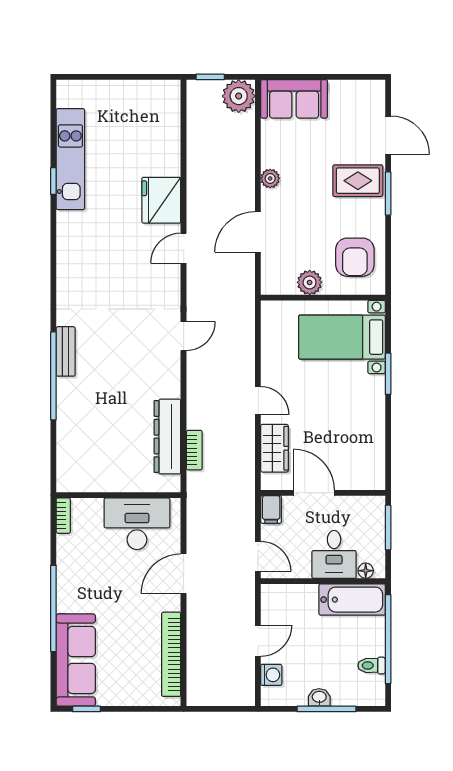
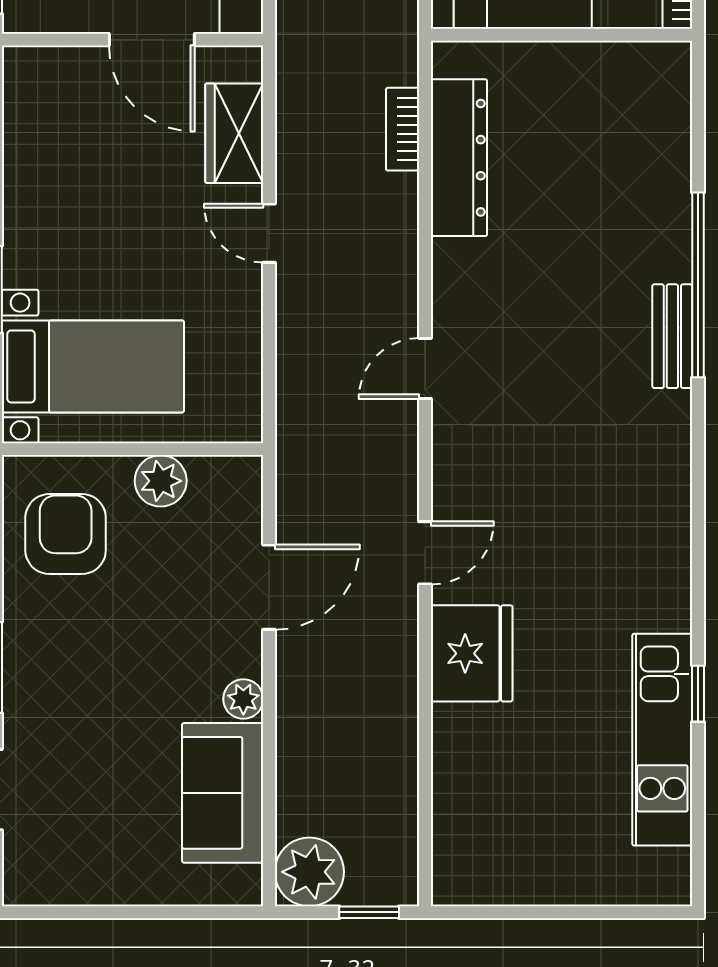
sofa: (294, 99) -> (223, 793), moved, turned -90
rug: (358, 181) -> (59, 694), removed

